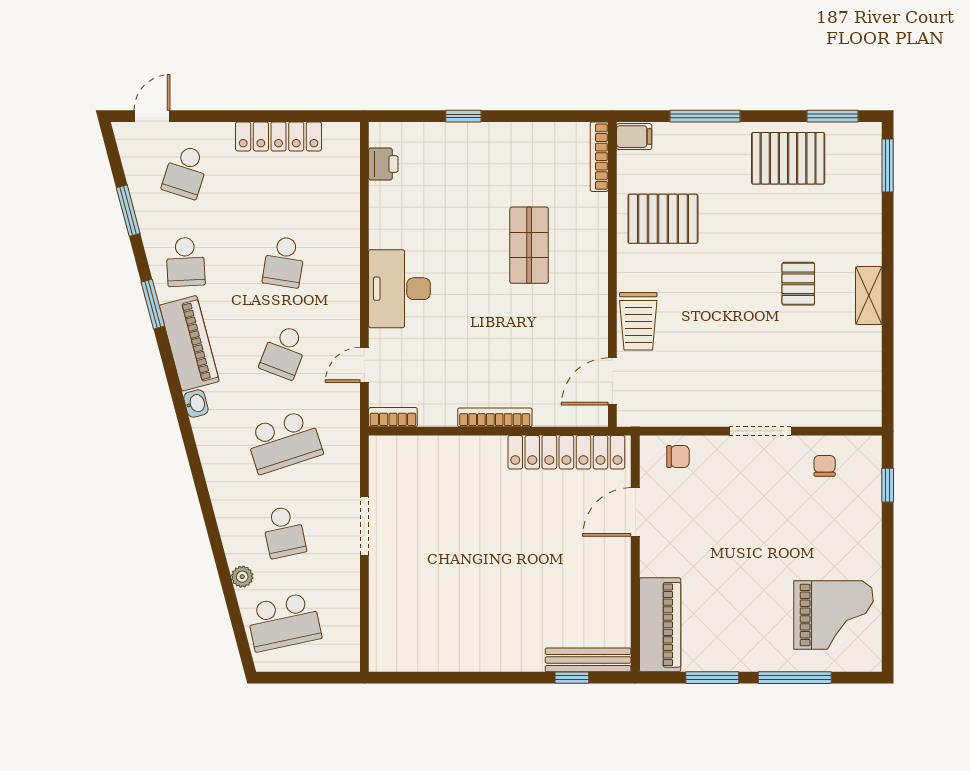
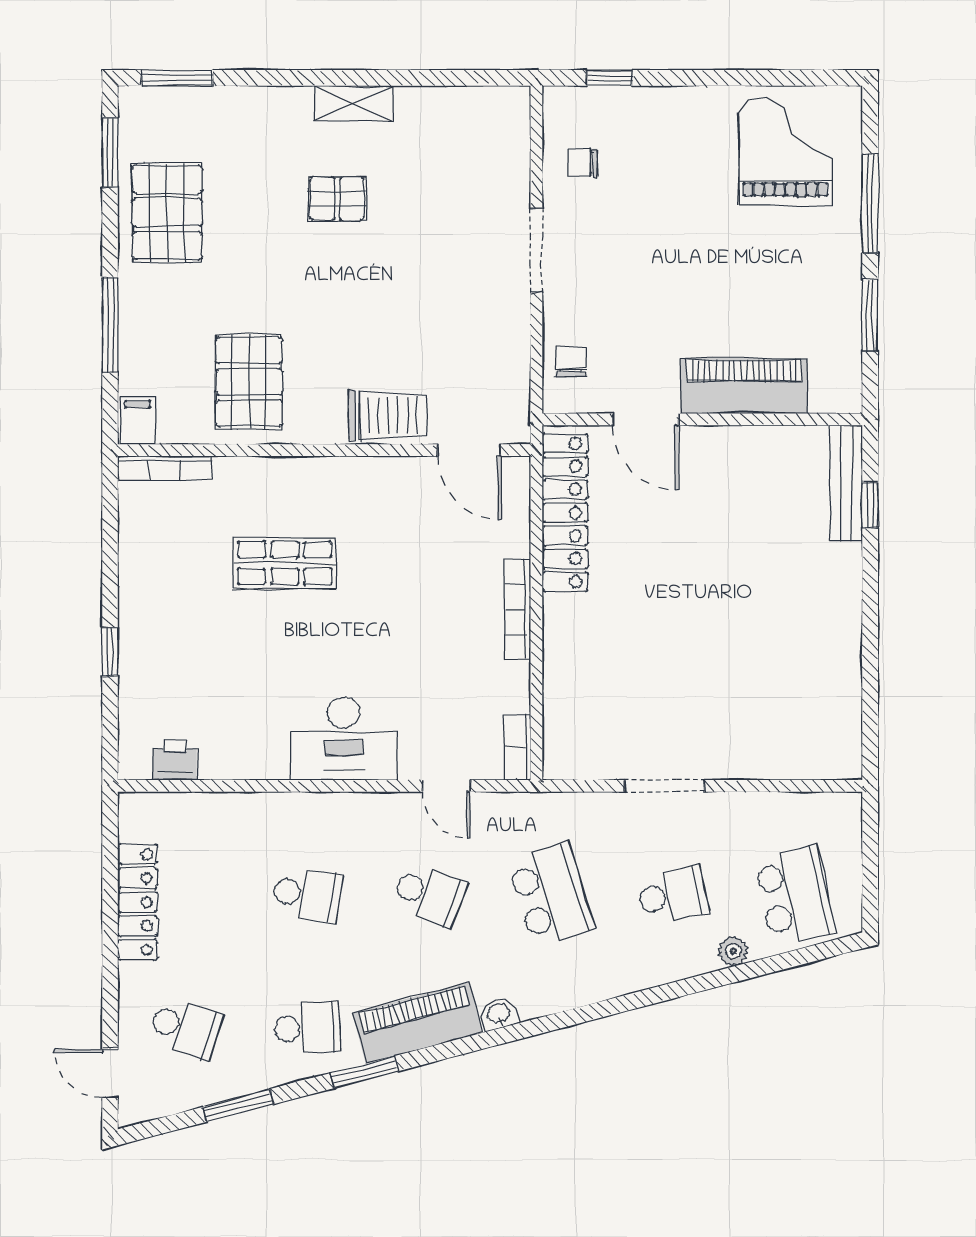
piano: (660, 625) -> (744, 386), moved

